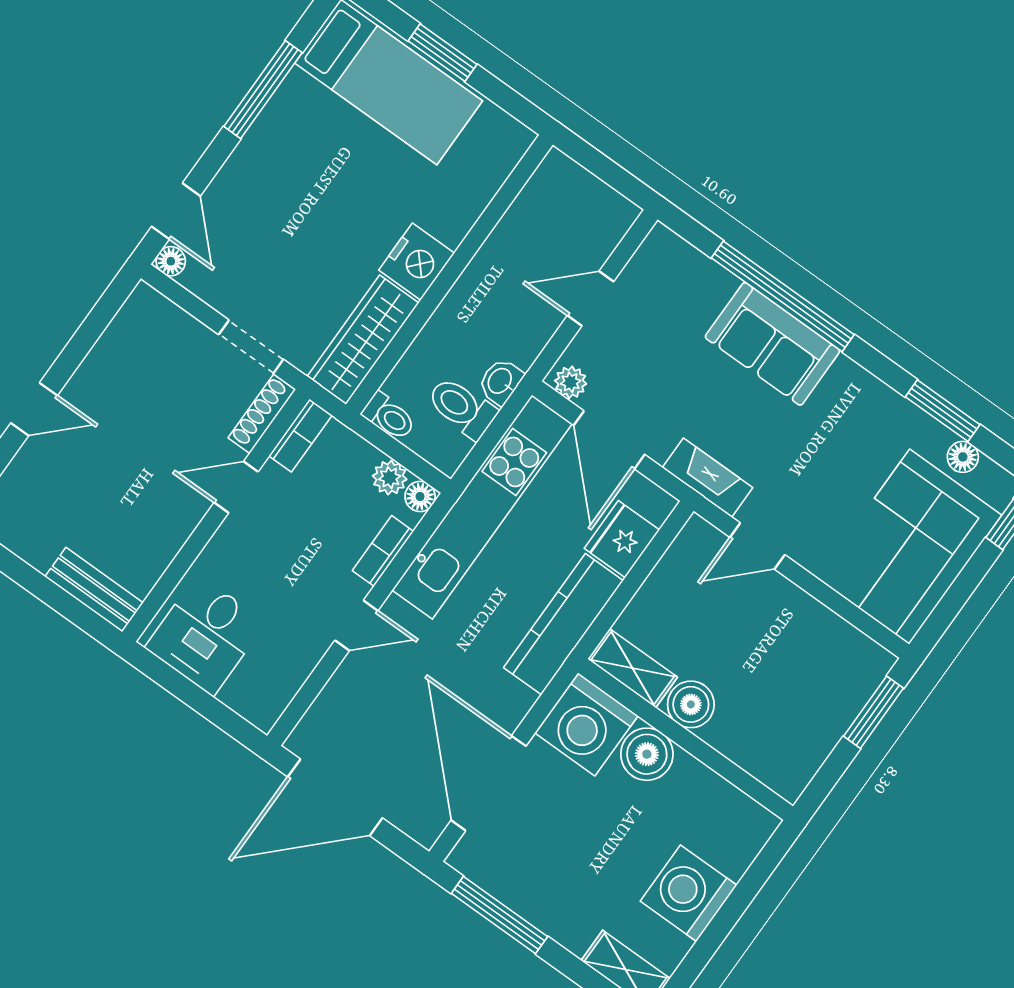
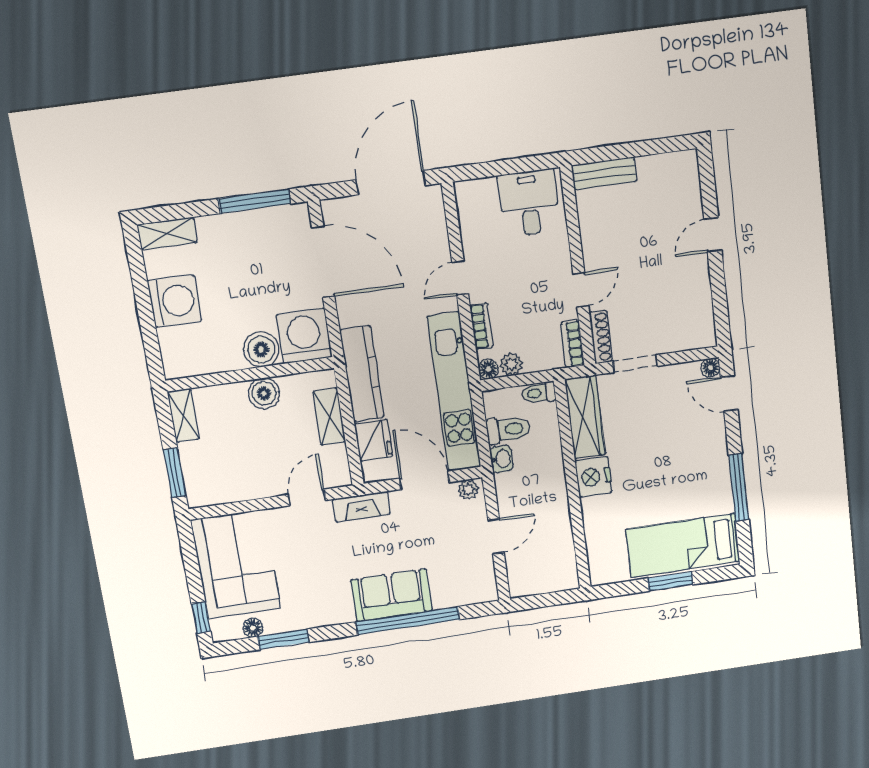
shelving: (633, 668) -> (329, 416), moved, turned 90
shelving: (802, 764) -> (183, 415), added

